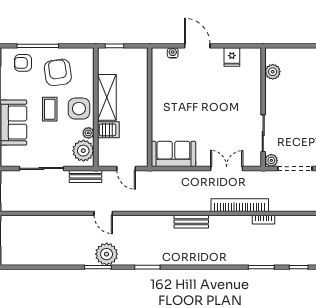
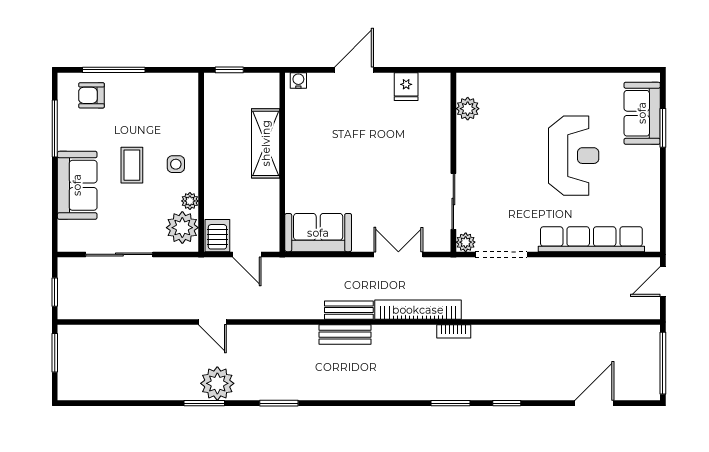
door: (197, 46) -> (354, 70), hinge flipped
water cooler: (173, 53) -> (298, 80), moved
armchair: (58, 72) -> (144, 110), removed
shelving: (107, 97) -> (266, 143), moved
side table: (79, 109) -> (176, 164), width x0.54, depth x0.54
server rack: (108, 130) -> (217, 236), moved, turned -90
bench: (86, 176) -> (349, 310), moved

